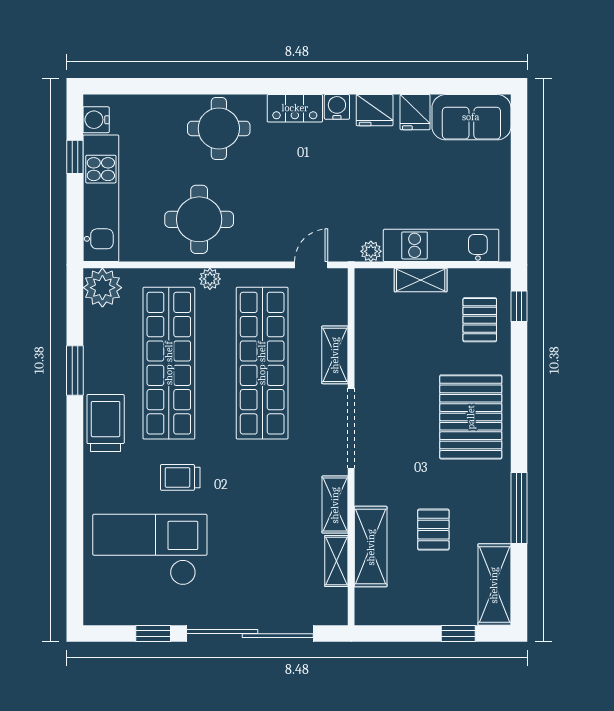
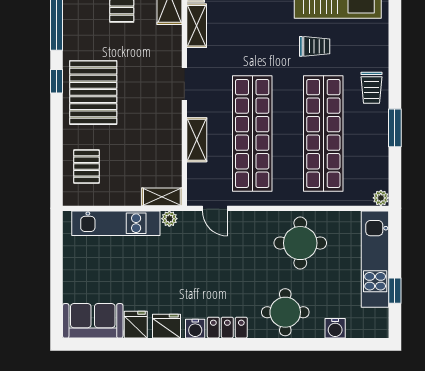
water cooler: (96, 120) -> (335, 328), moved, turned 90
door: (311, 265) -> (215, 208), hinge flipped
plant: (210, 279) -> (292, 198), removed
shelving: (421, 280) -> (162, 197), moved
plant: (102, 288) -> (381, 198), width x0.53, depth x0.53
window: (519, 306) -> (57, 81), moved
trolley: (106, 423) -> (372, 88), width x0.73, depth x0.72
doorway: (351, 428) -> (184, 84), width x0.53

